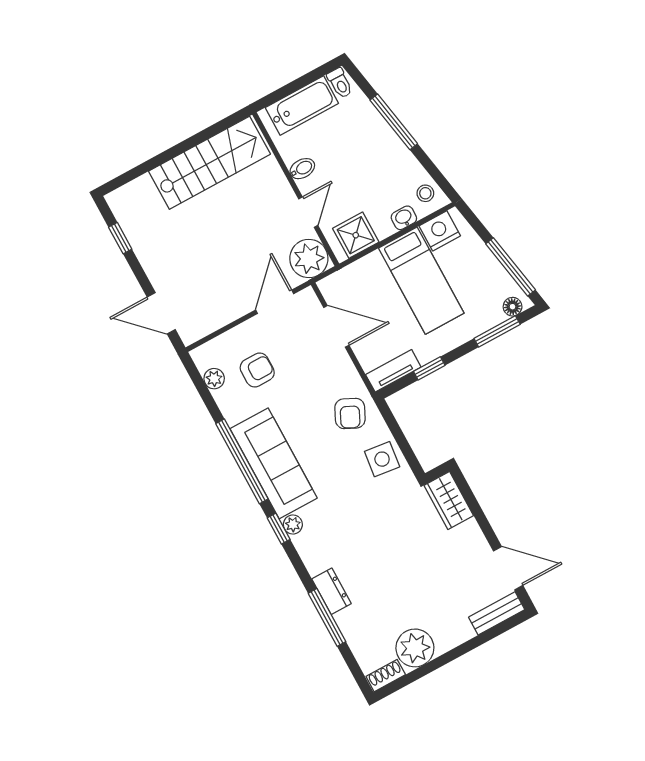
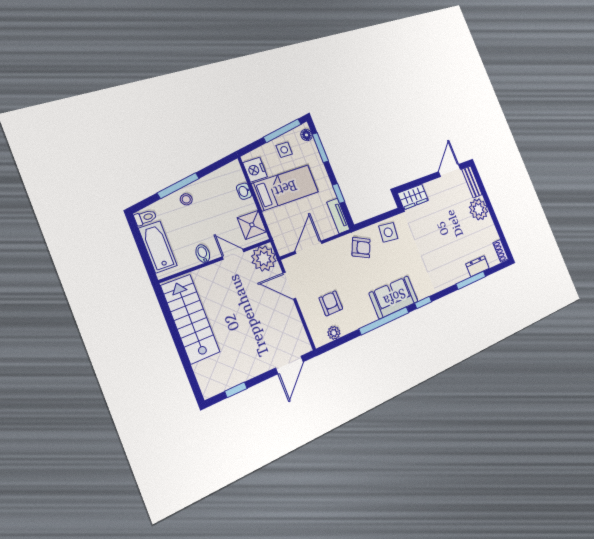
stool: (425, 193) -> (186, 199), moved
side table: (481, 273) -> (284, 150), added
sofa: (274, 463) -> (394, 297), width x0.73
plant: (293, 525) -> (421, 293), removed
dresser: (332, 591) -> (478, 266), moved
plant: (415, 648) -> (479, 209), moved

